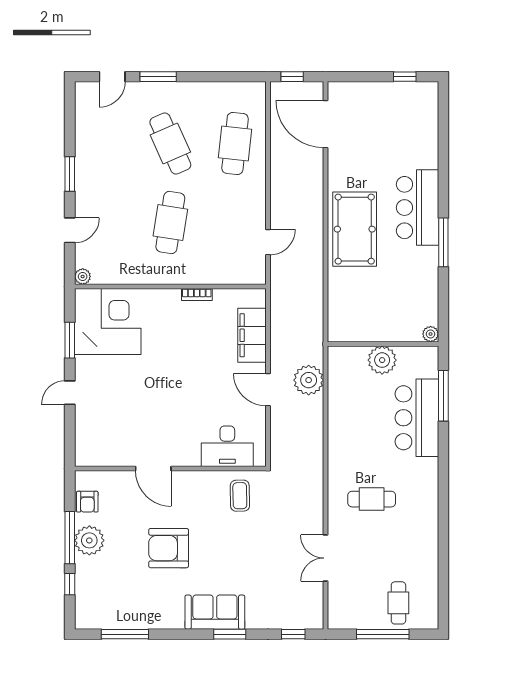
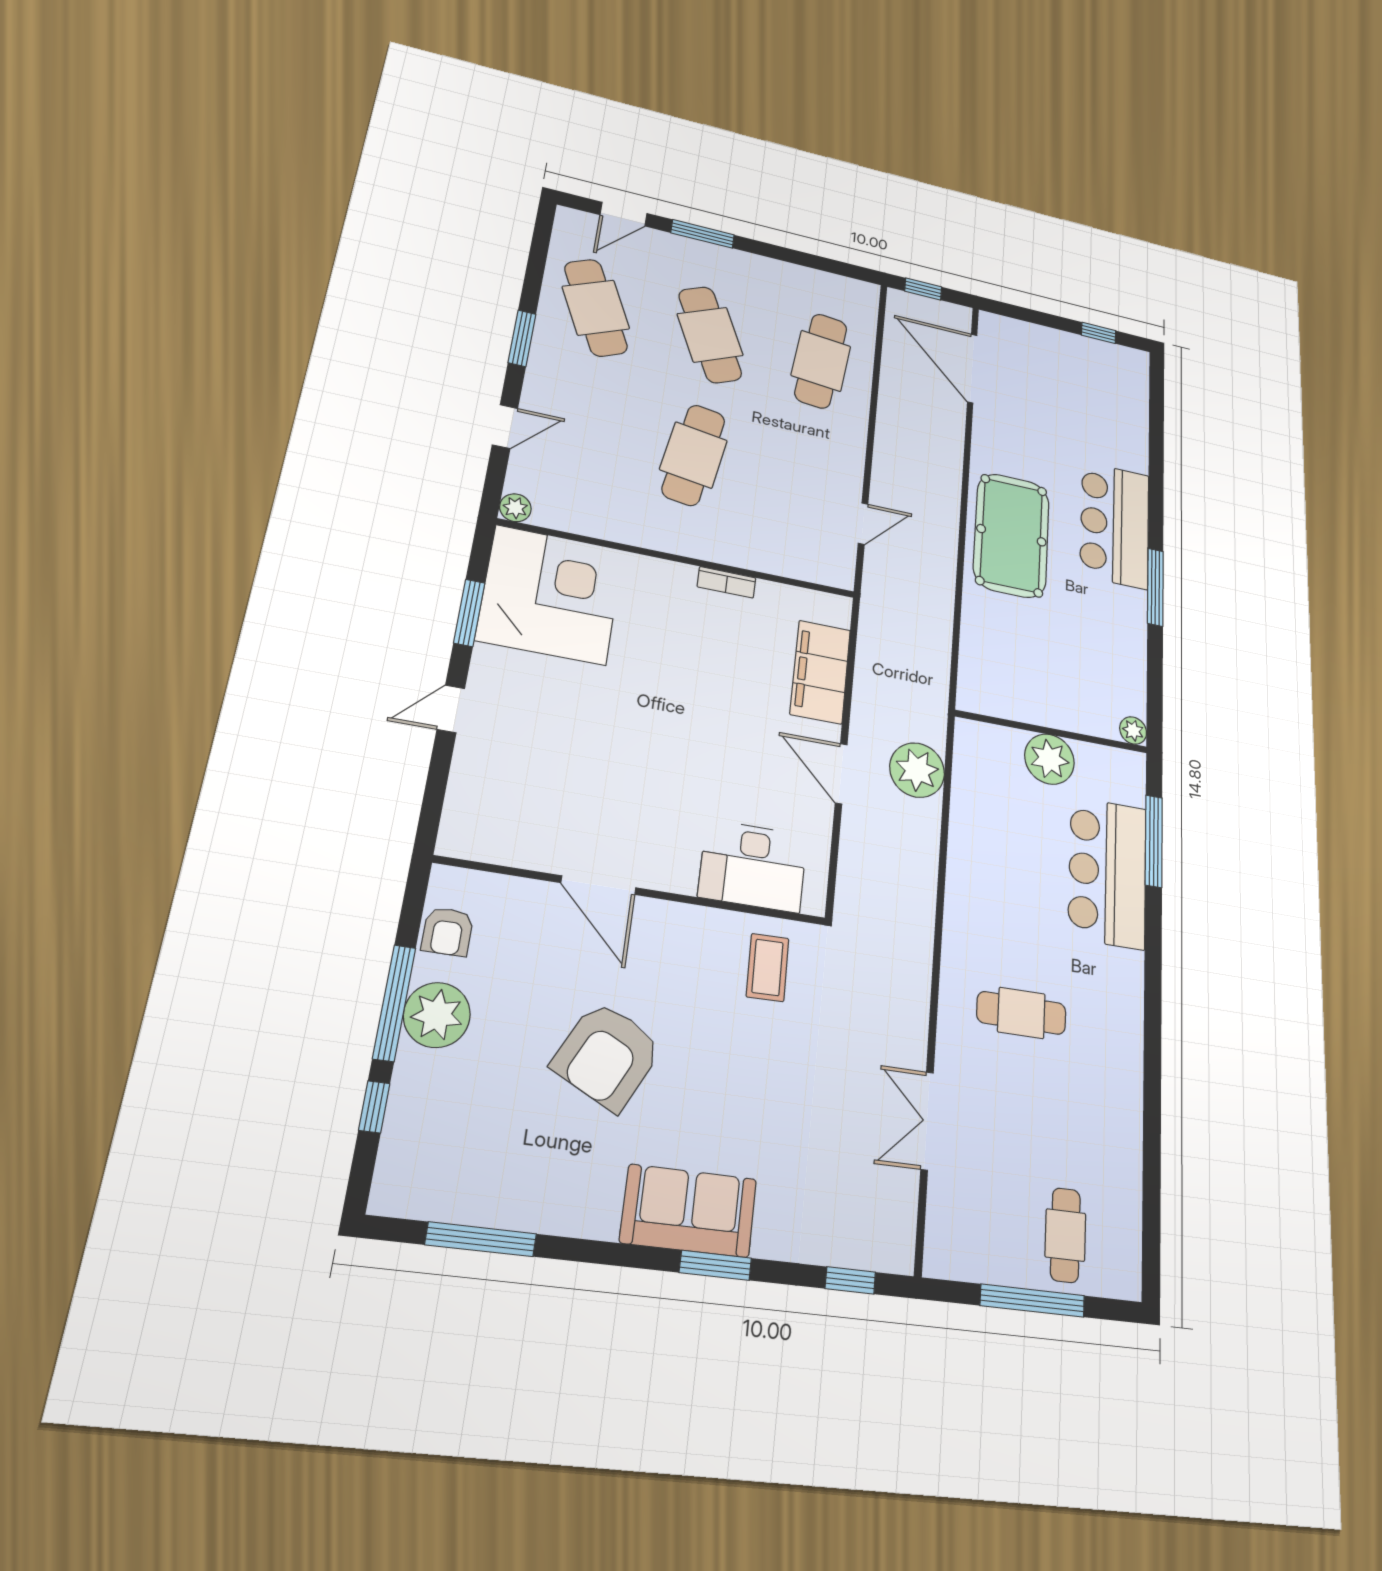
cafe table: (106, 143) -> (596, 308), added
armchair: (169, 548) -> (607, 1056), turned -63

